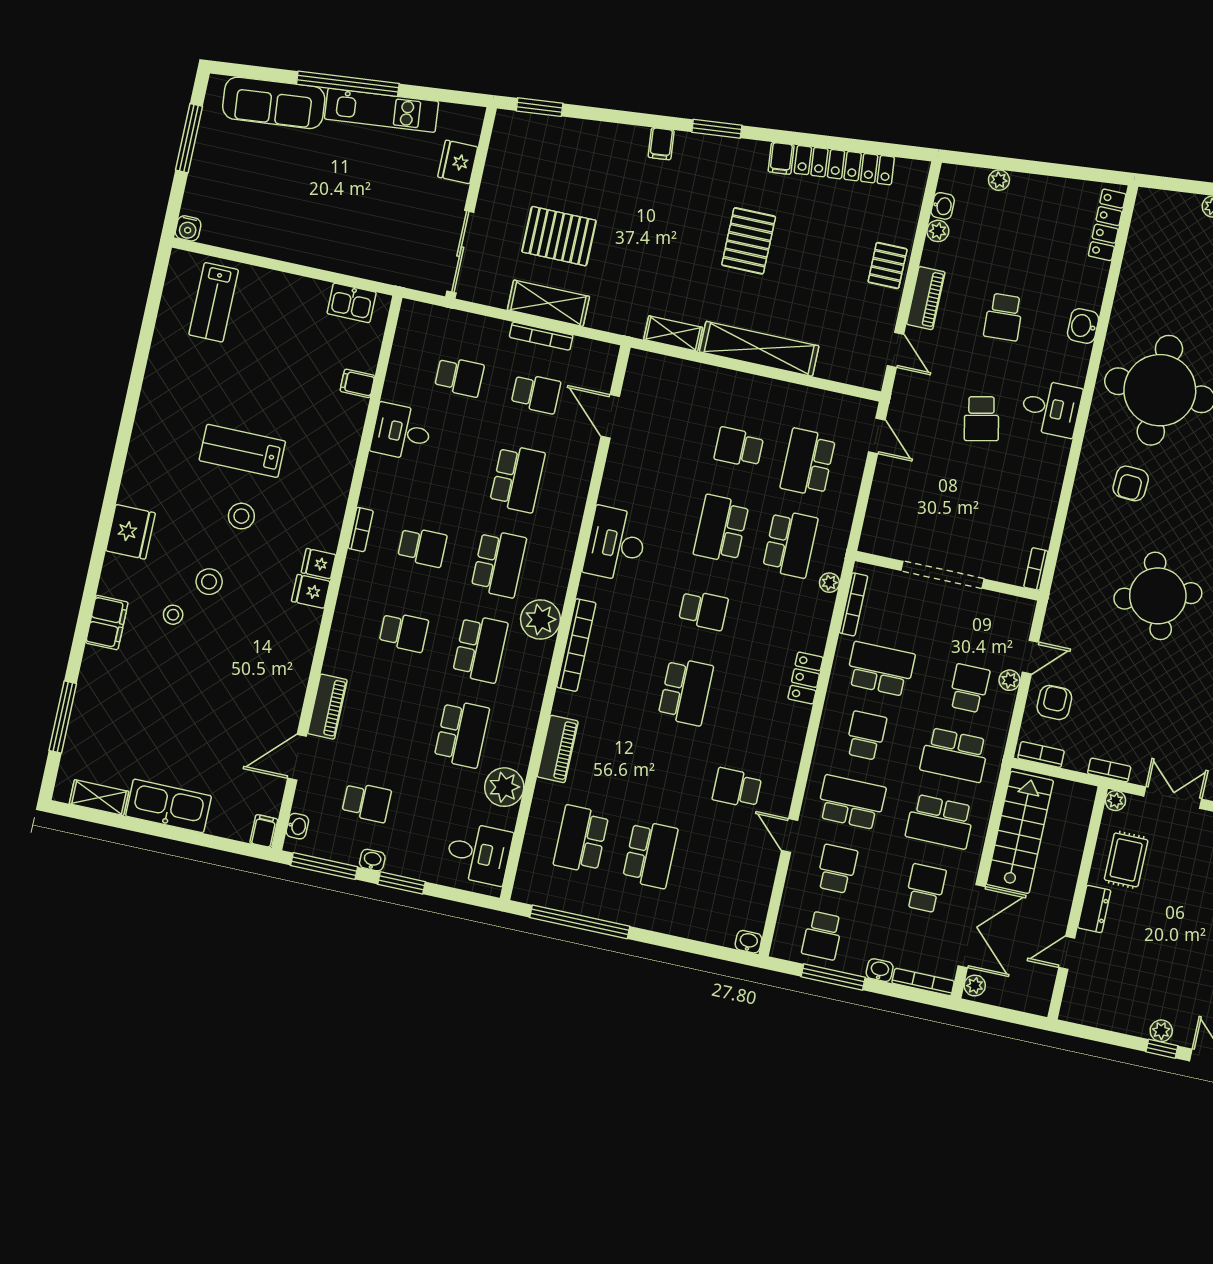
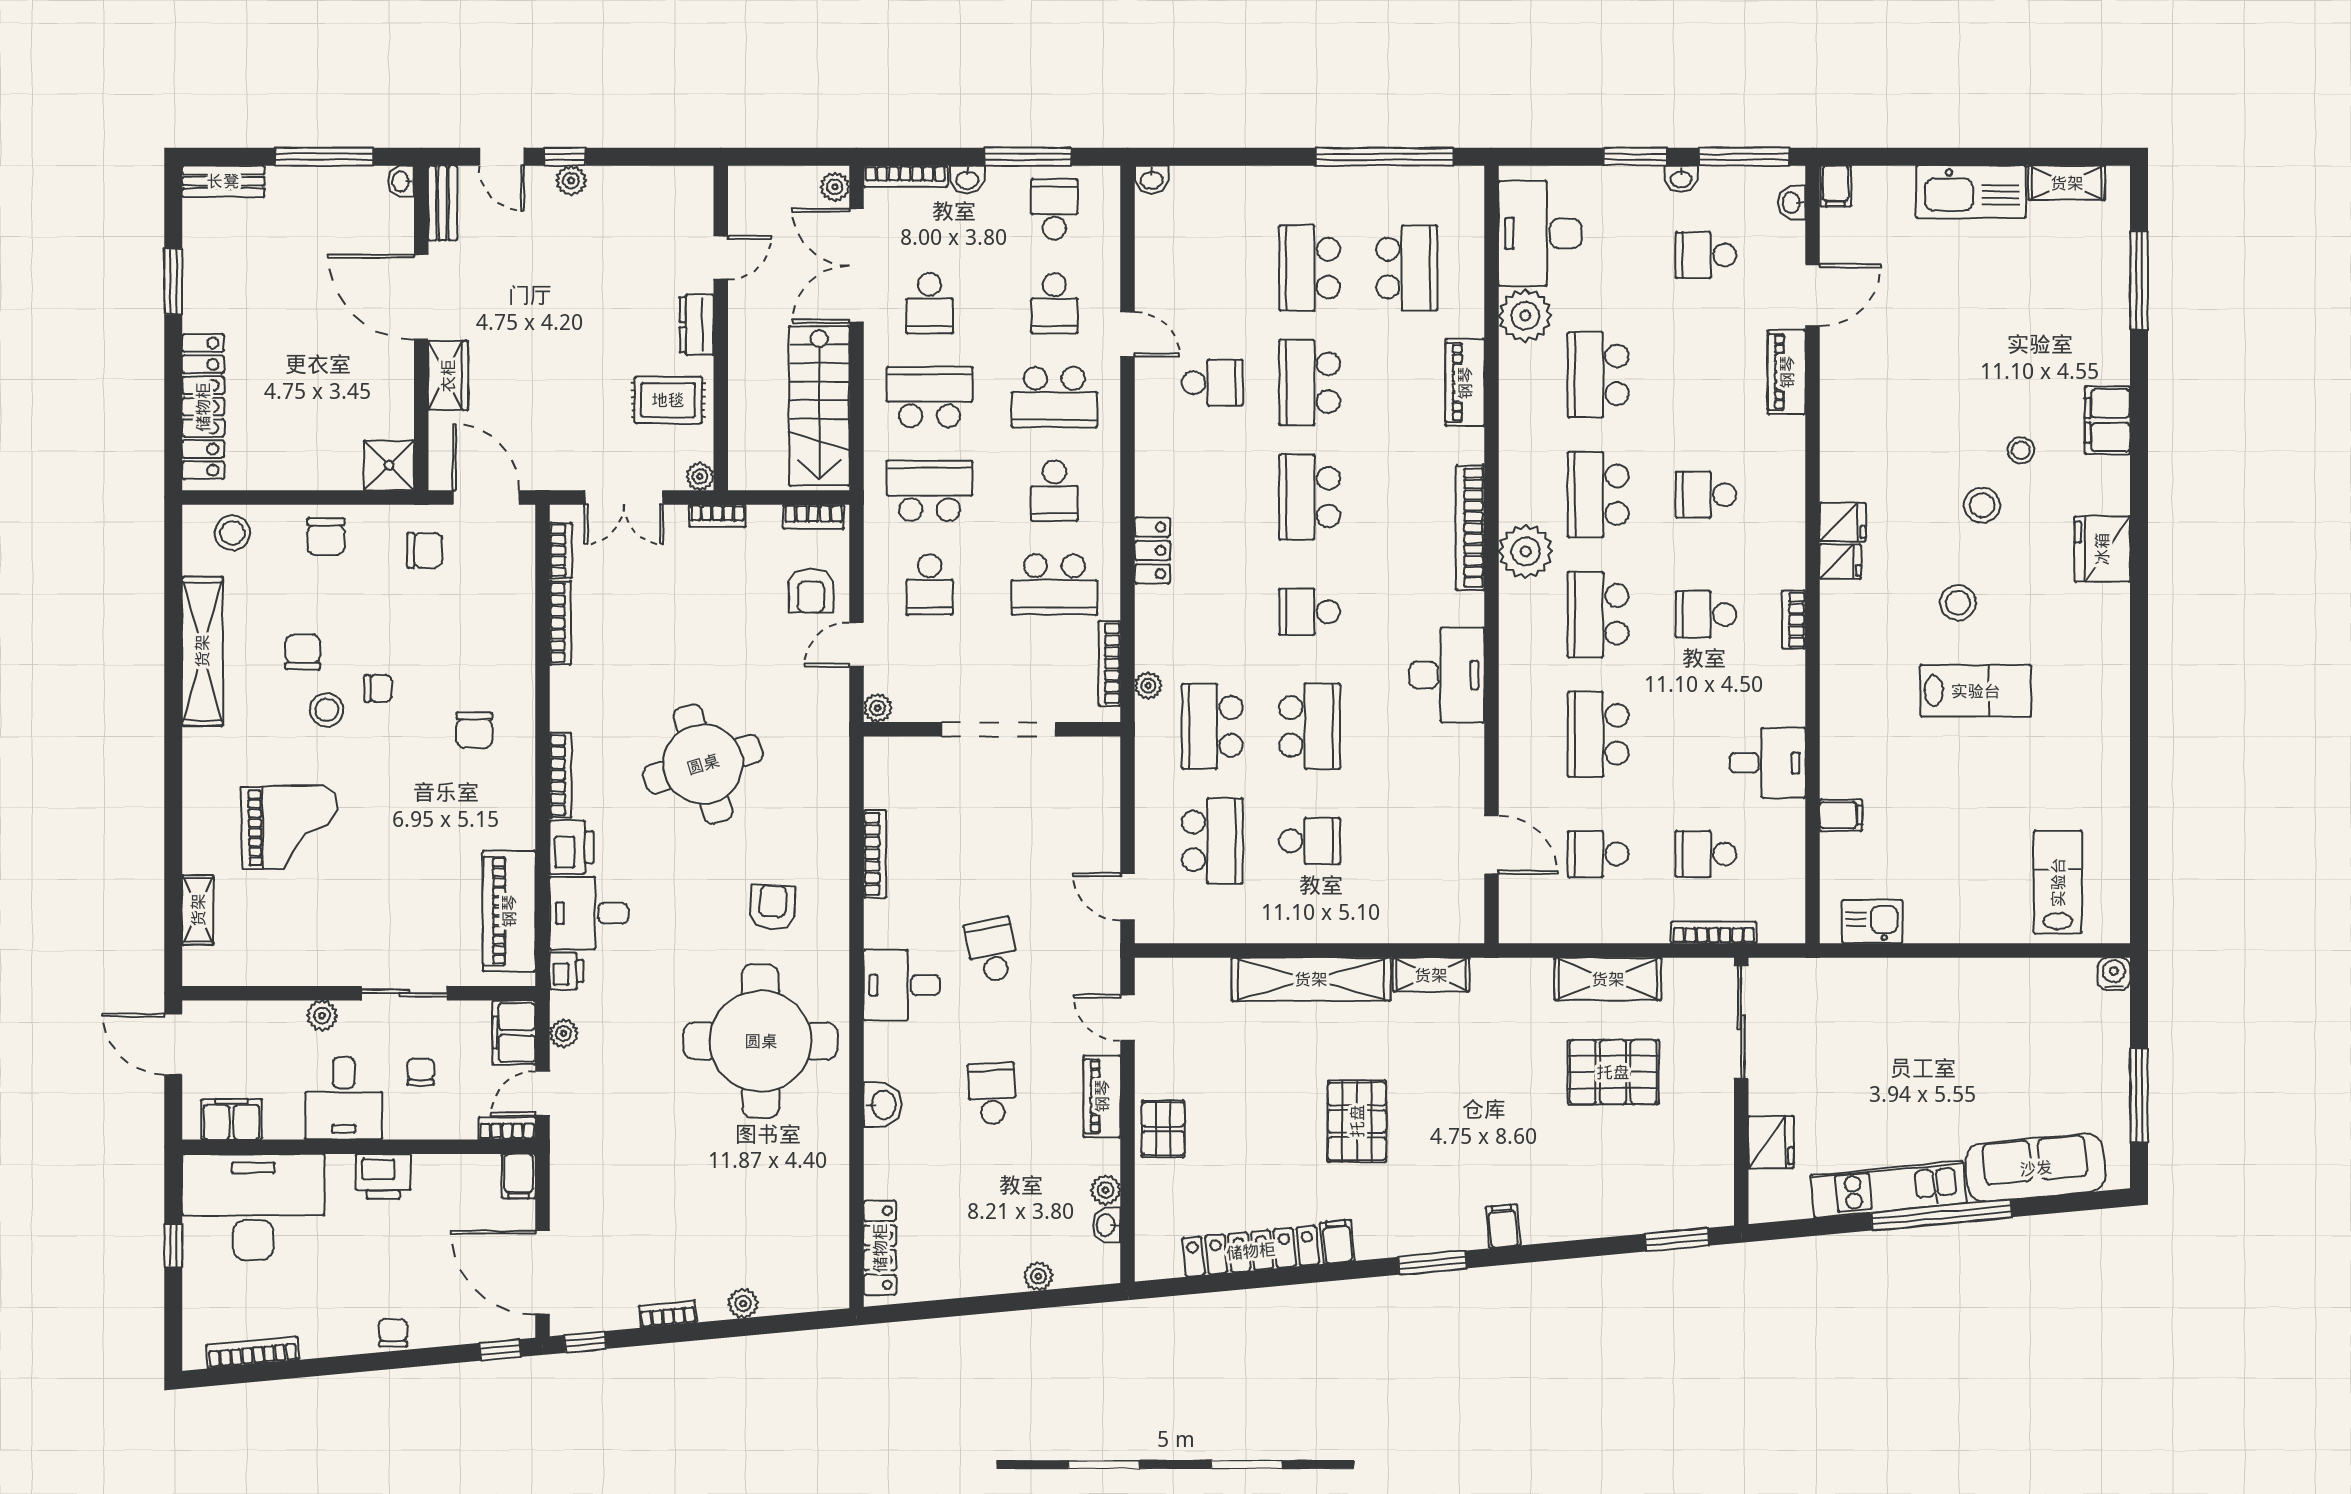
bookcase: (541, 336) -> (1714, 932), moved
bookcase: (1036, 569) -> (875, 854), moved, width x1.56
plant: (1009, 680) -> (878, 708), moved
school desk: (668, 773) -> (1310, 383), added
desk: (479, 853) -> (1540, 233), width x1.37
rug: (1126, 860) -> (668, 400), turned 90

